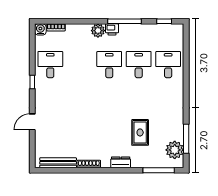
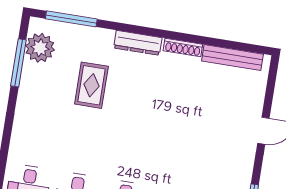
dresser: (121, 162) -> (138, 43), width x1.44

